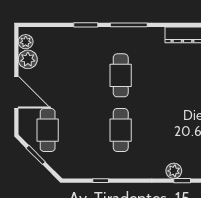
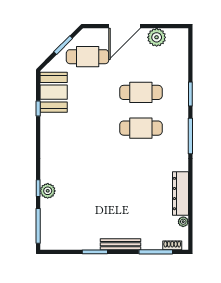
plant: (26, 42) -> (174, 35), removed
cafe table: (121, 130) -> (141, 92), moved
booth: (84, 165) -> (54, 92), added
plant: (174, 171) -> (48, 191), moved

